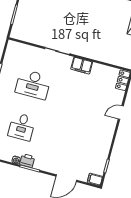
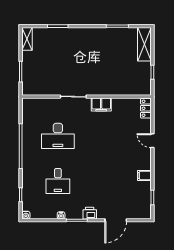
door: (121, 113) -> (152, 141), hinge flipped
printer: (27, 161) -> (90, 213), moved
filing cabinet: (95, 179) -> (144, 175), moved

